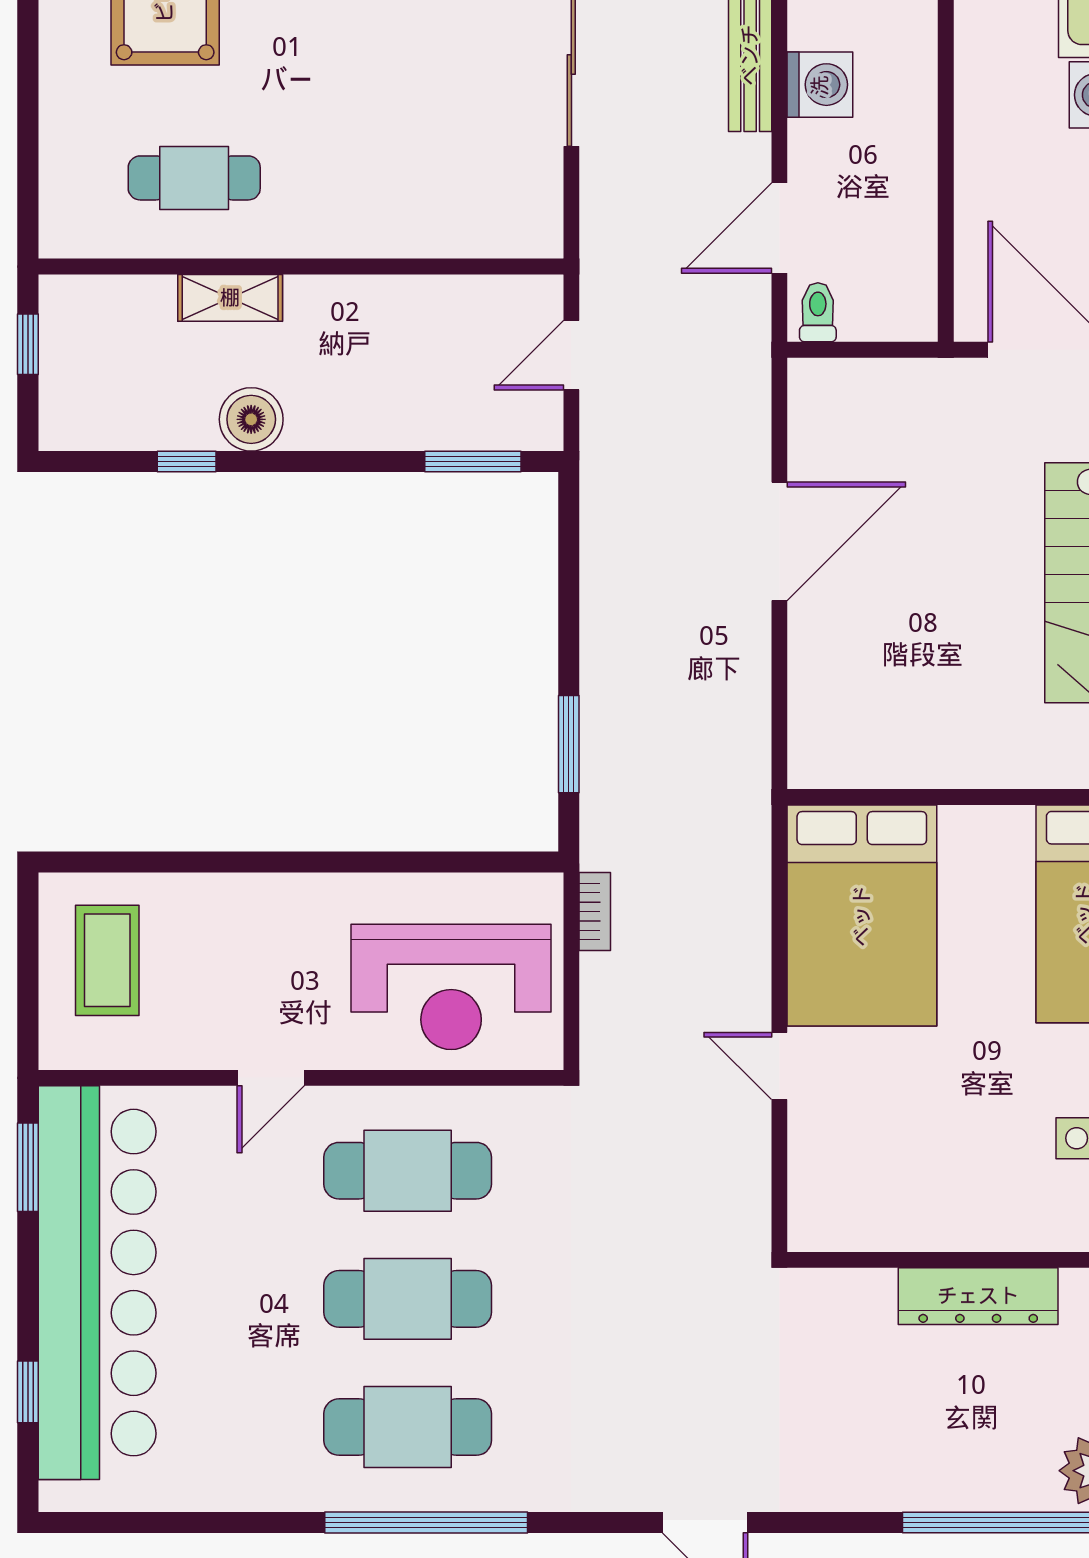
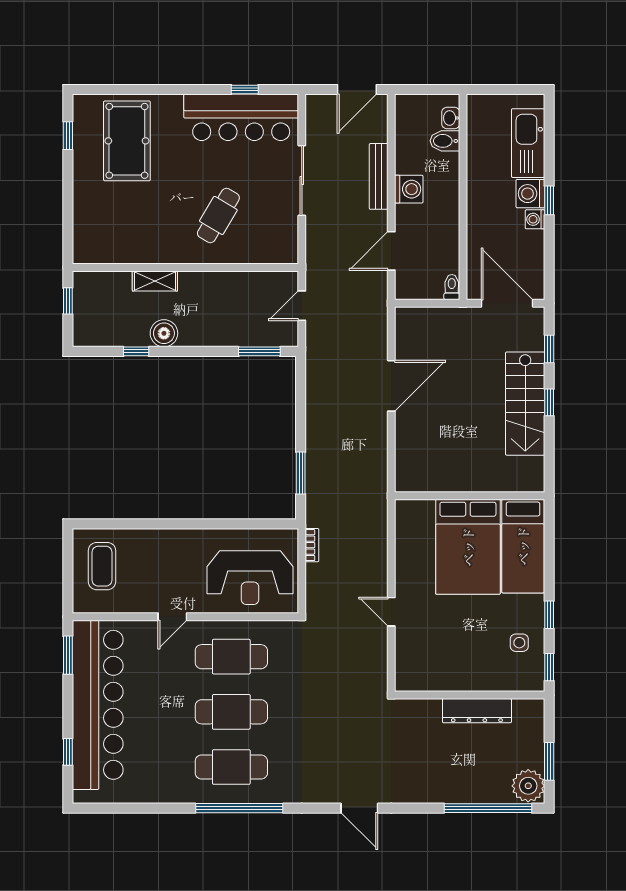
cafe table: (194, 178) -> (218, 215), moved, turned -59
toilet: (818, 312) -> (452, 287), moved
bed: (862, 916) -> (468, 547), moved

